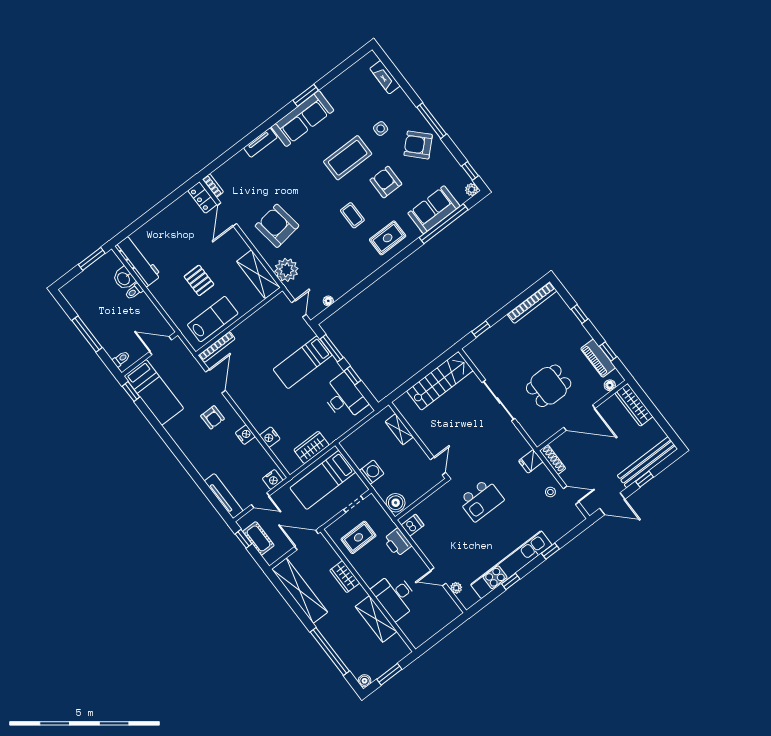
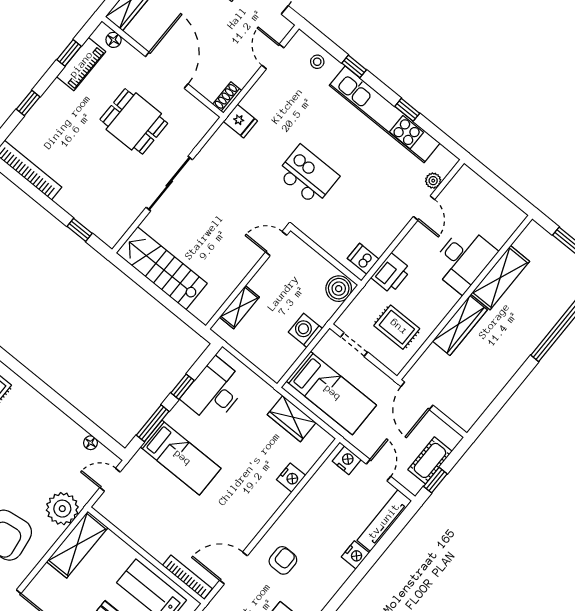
nightstand: (245, 435) -> (355, 555), moved, turned 180
shoe rack: (553, 460) -> (227, 97), width x0.70
stool: (550, 492) -> (317, 62), moved
wardrobe: (345, 577) -> (460, 325), width x1.50
shelving: (300, 591) -> (487, 389), removed

